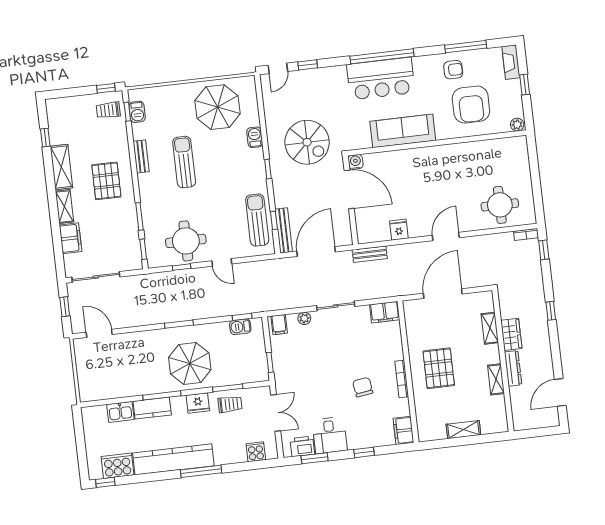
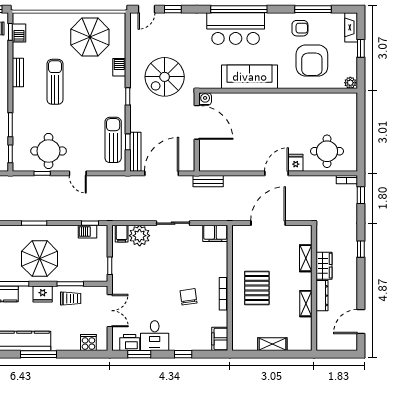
spiral stairs: (307, 142) -> (165, 77), turned 90
fridge: (399, 230) -> (296, 163), moved
plant: (304, 318) -> (140, 236), width x1.88, depth x1.88

